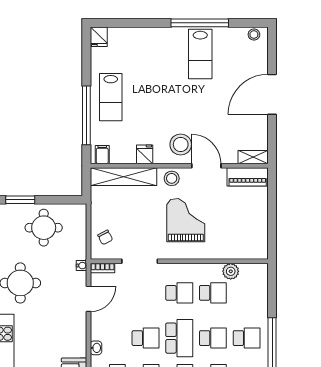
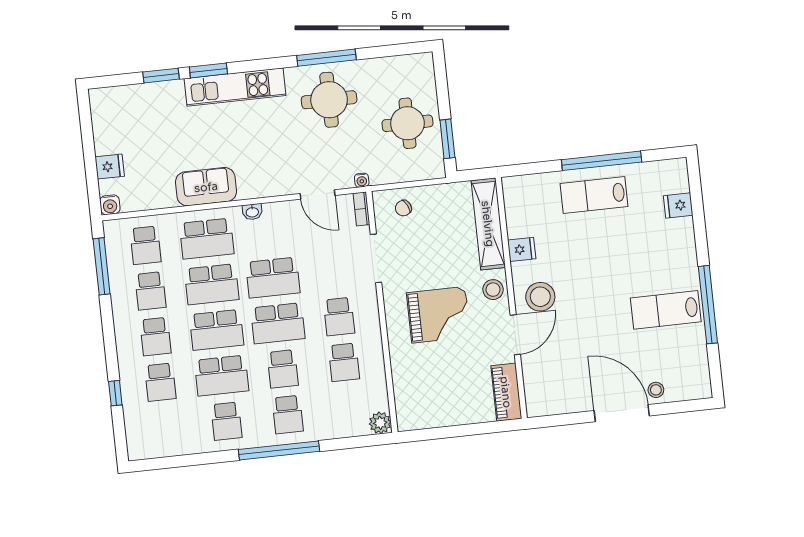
stool: (254, 35) -> (656, 390), moved
fridge: (99, 37) -> (678, 205), moved
window: (86, 115) -> (602, 161), moved
filing cabinet: (102, 155) -> (515, 192), removed
shelving: (253, 157) -> (534, 397), removed
window: (20, 200) -> (447, 139), moved
plant: (231, 271) -> (380, 423), moved
school desk: (146, 338) -> (273, 278), width x1.85

